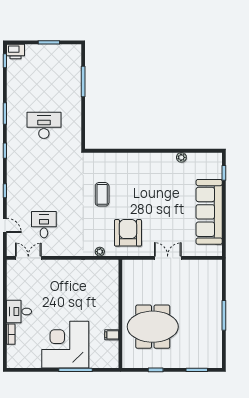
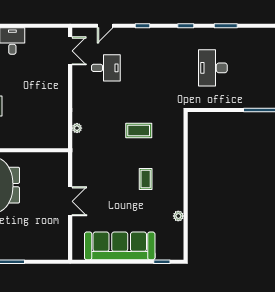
desk: (44, 125) -> (213, 68), turned 180
coffee table: (147, 188) -> (146, 179), added
armchair: (128, 233) -> (97, 158), removed

